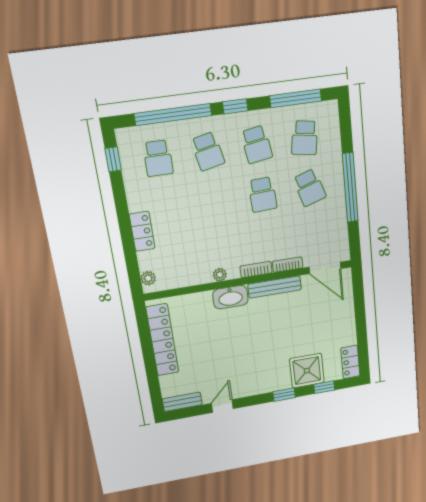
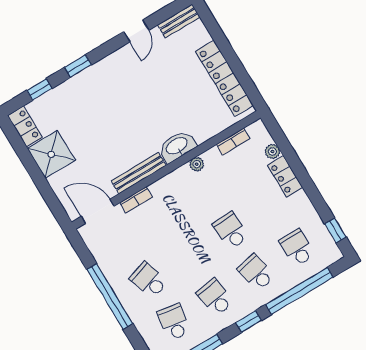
school desk: (263, 195) -> (231, 231), moved
bookcase: (256, 269) -> (233, 141), moved
plant: (148, 278) -> (272, 151), moved
shower: (307, 371) -> (51, 154), moved

